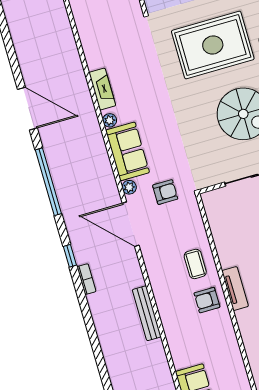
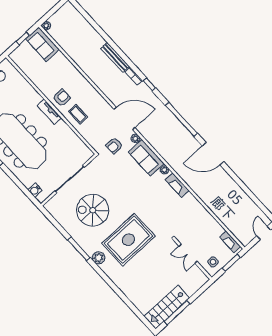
bench: (147, 313) -> (115, 57), moved

